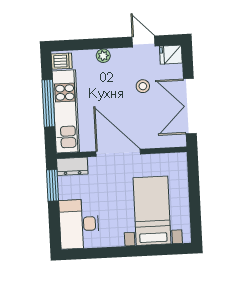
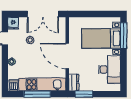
door: (118, 153) -> (67, 56), hinge flipped
desk: (79, 224) -> (110, 69), moved, turned -90
window: (159, 250) -> (124, 36), added

